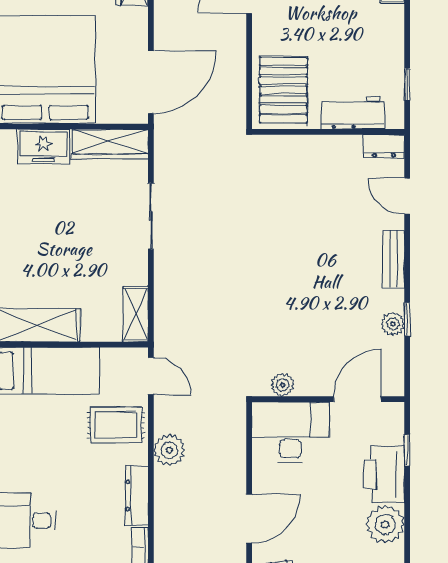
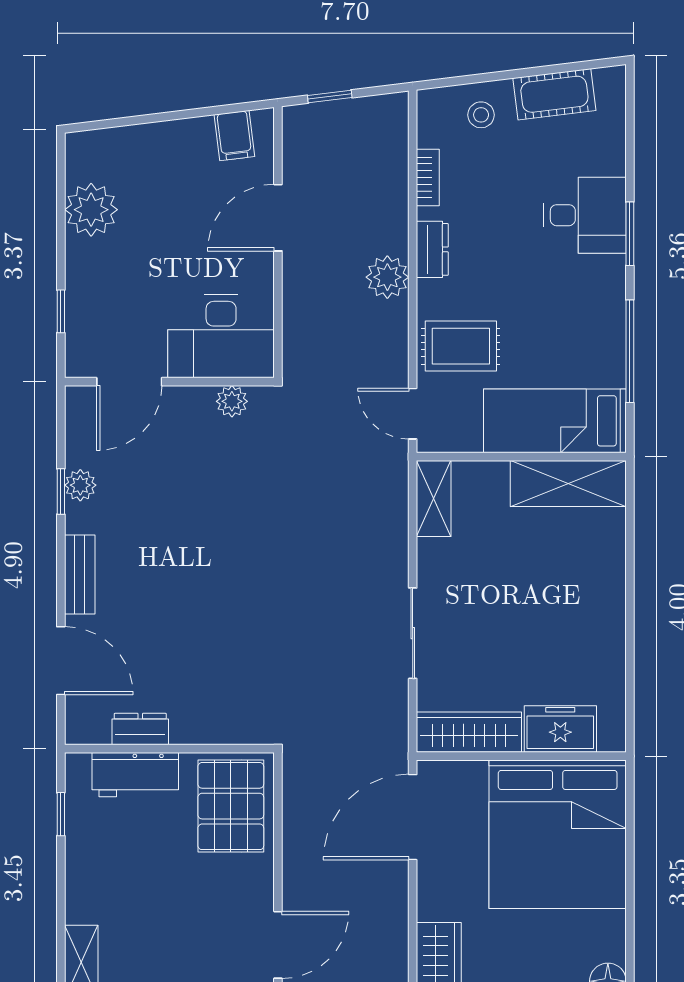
dresser: (384, 146) -> (140, 729), moved
door: (407, 196) -> (61, 661), width x1.38
plant: (169, 450) -> (387, 277), moved
printer: (384, 474) -> (93, 279), removed
dresser: (137, 495) -> (432, 249), width x0.70

